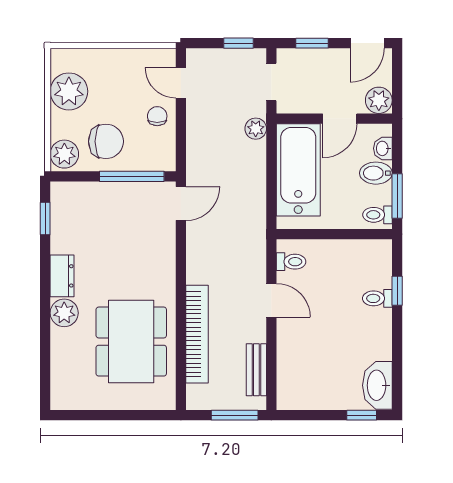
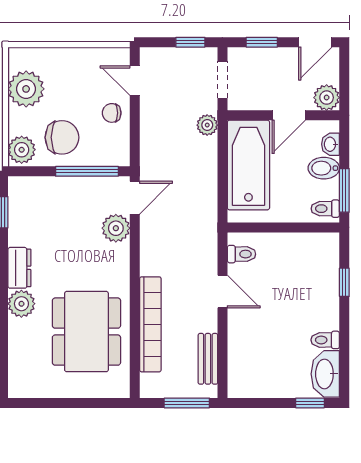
chair: (157, 116) -> (112, 113), turned -90
plant: (162, 235) -> (116, 228), added
toilet: (377, 298) -> (325, 340), moved

